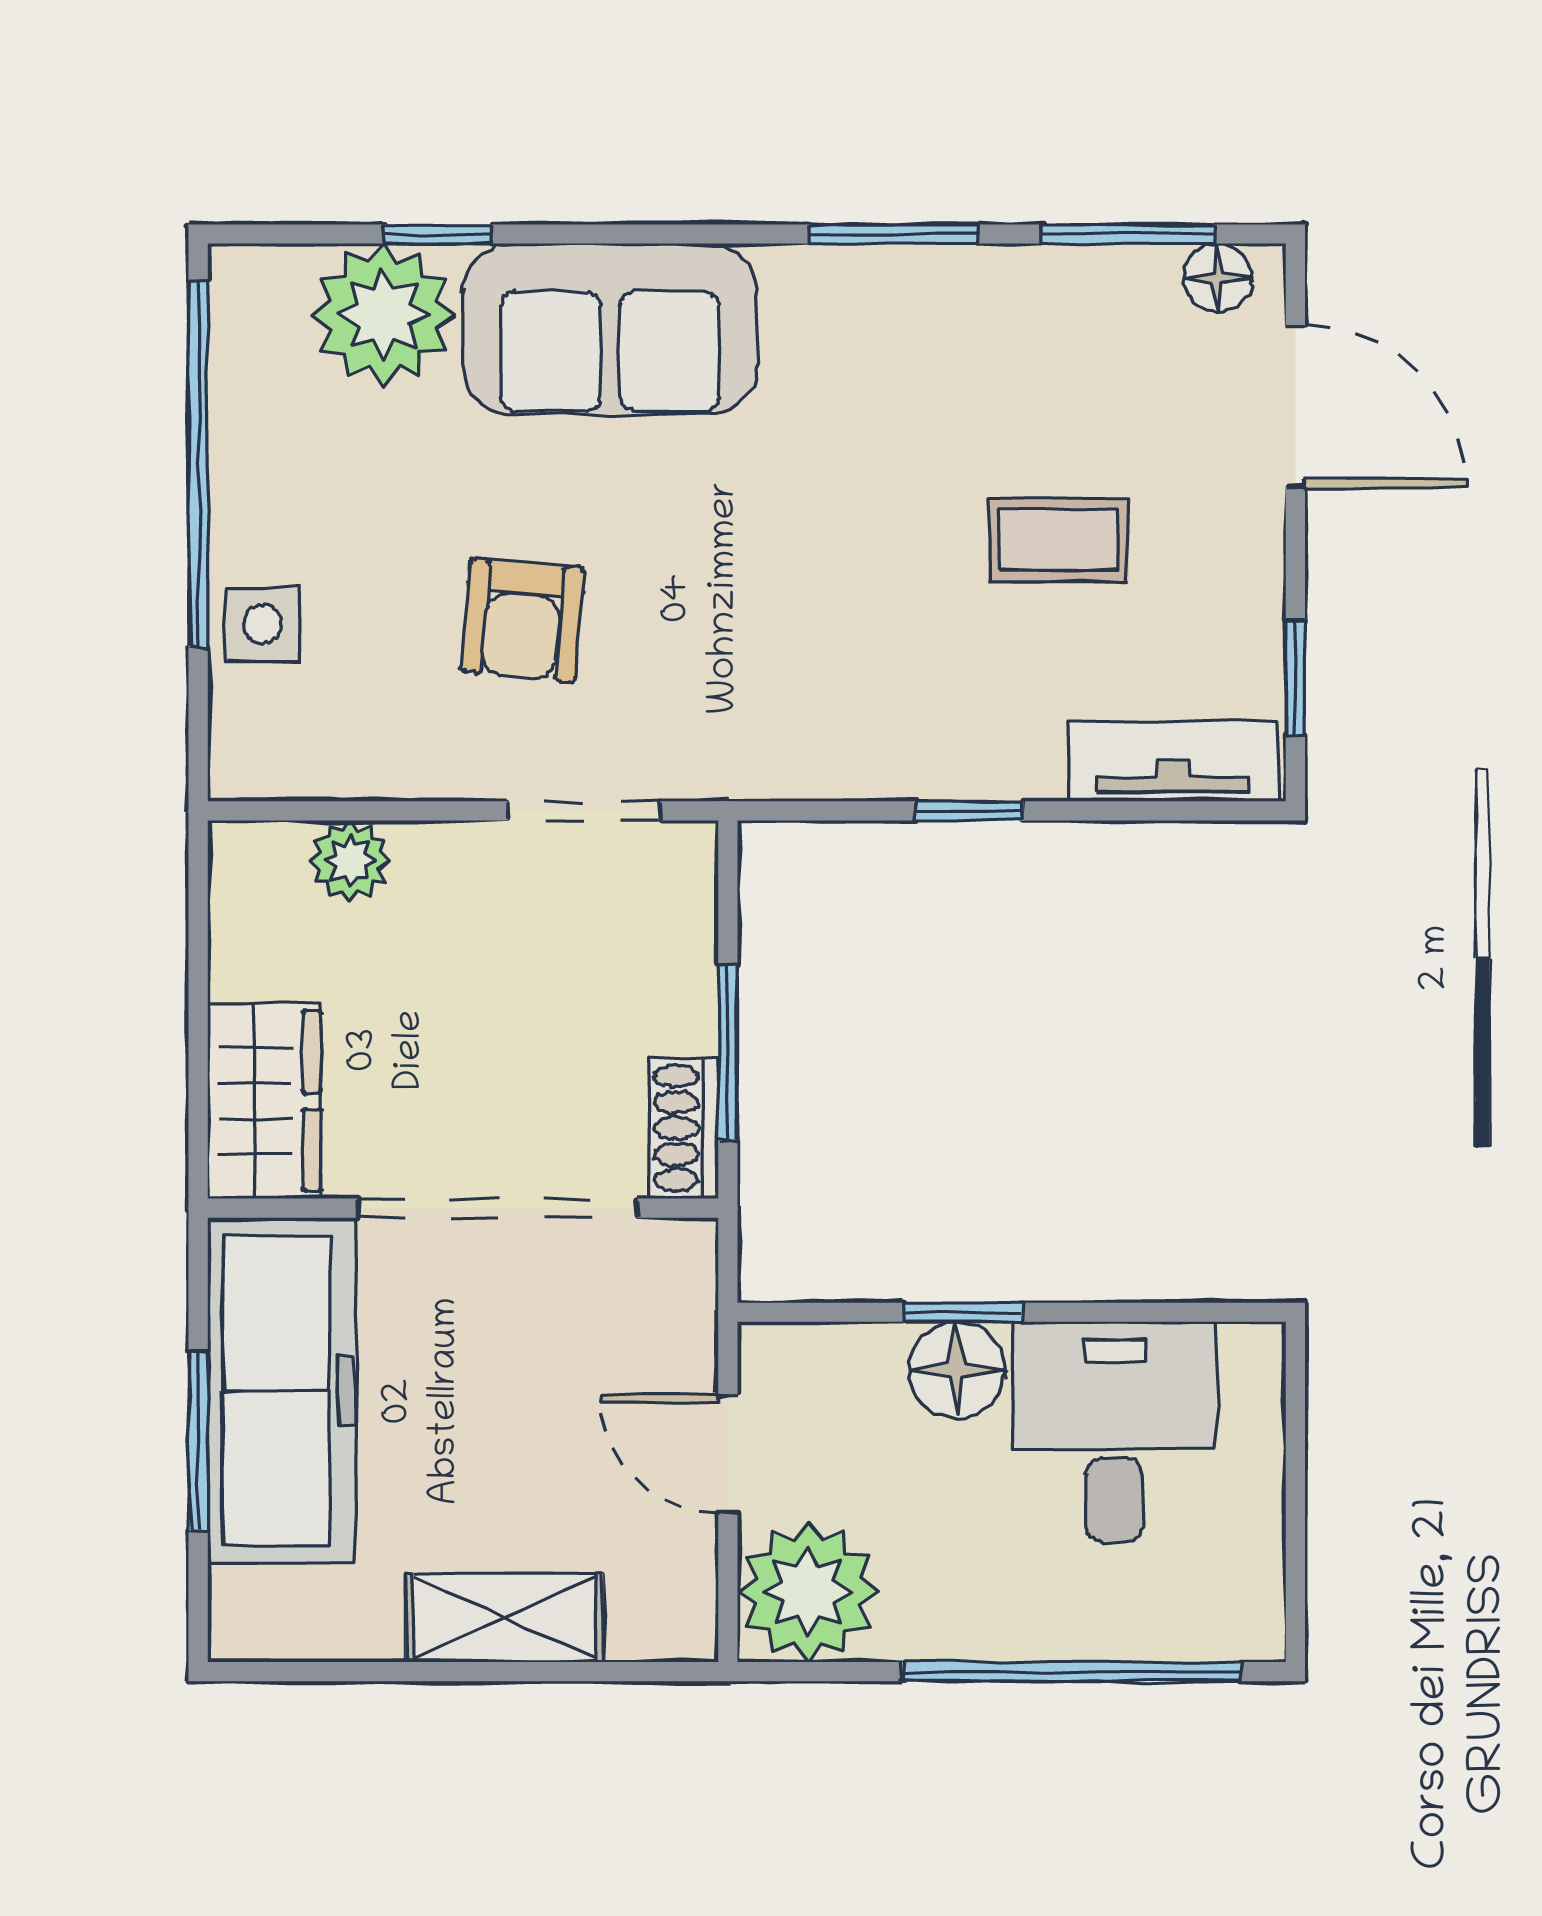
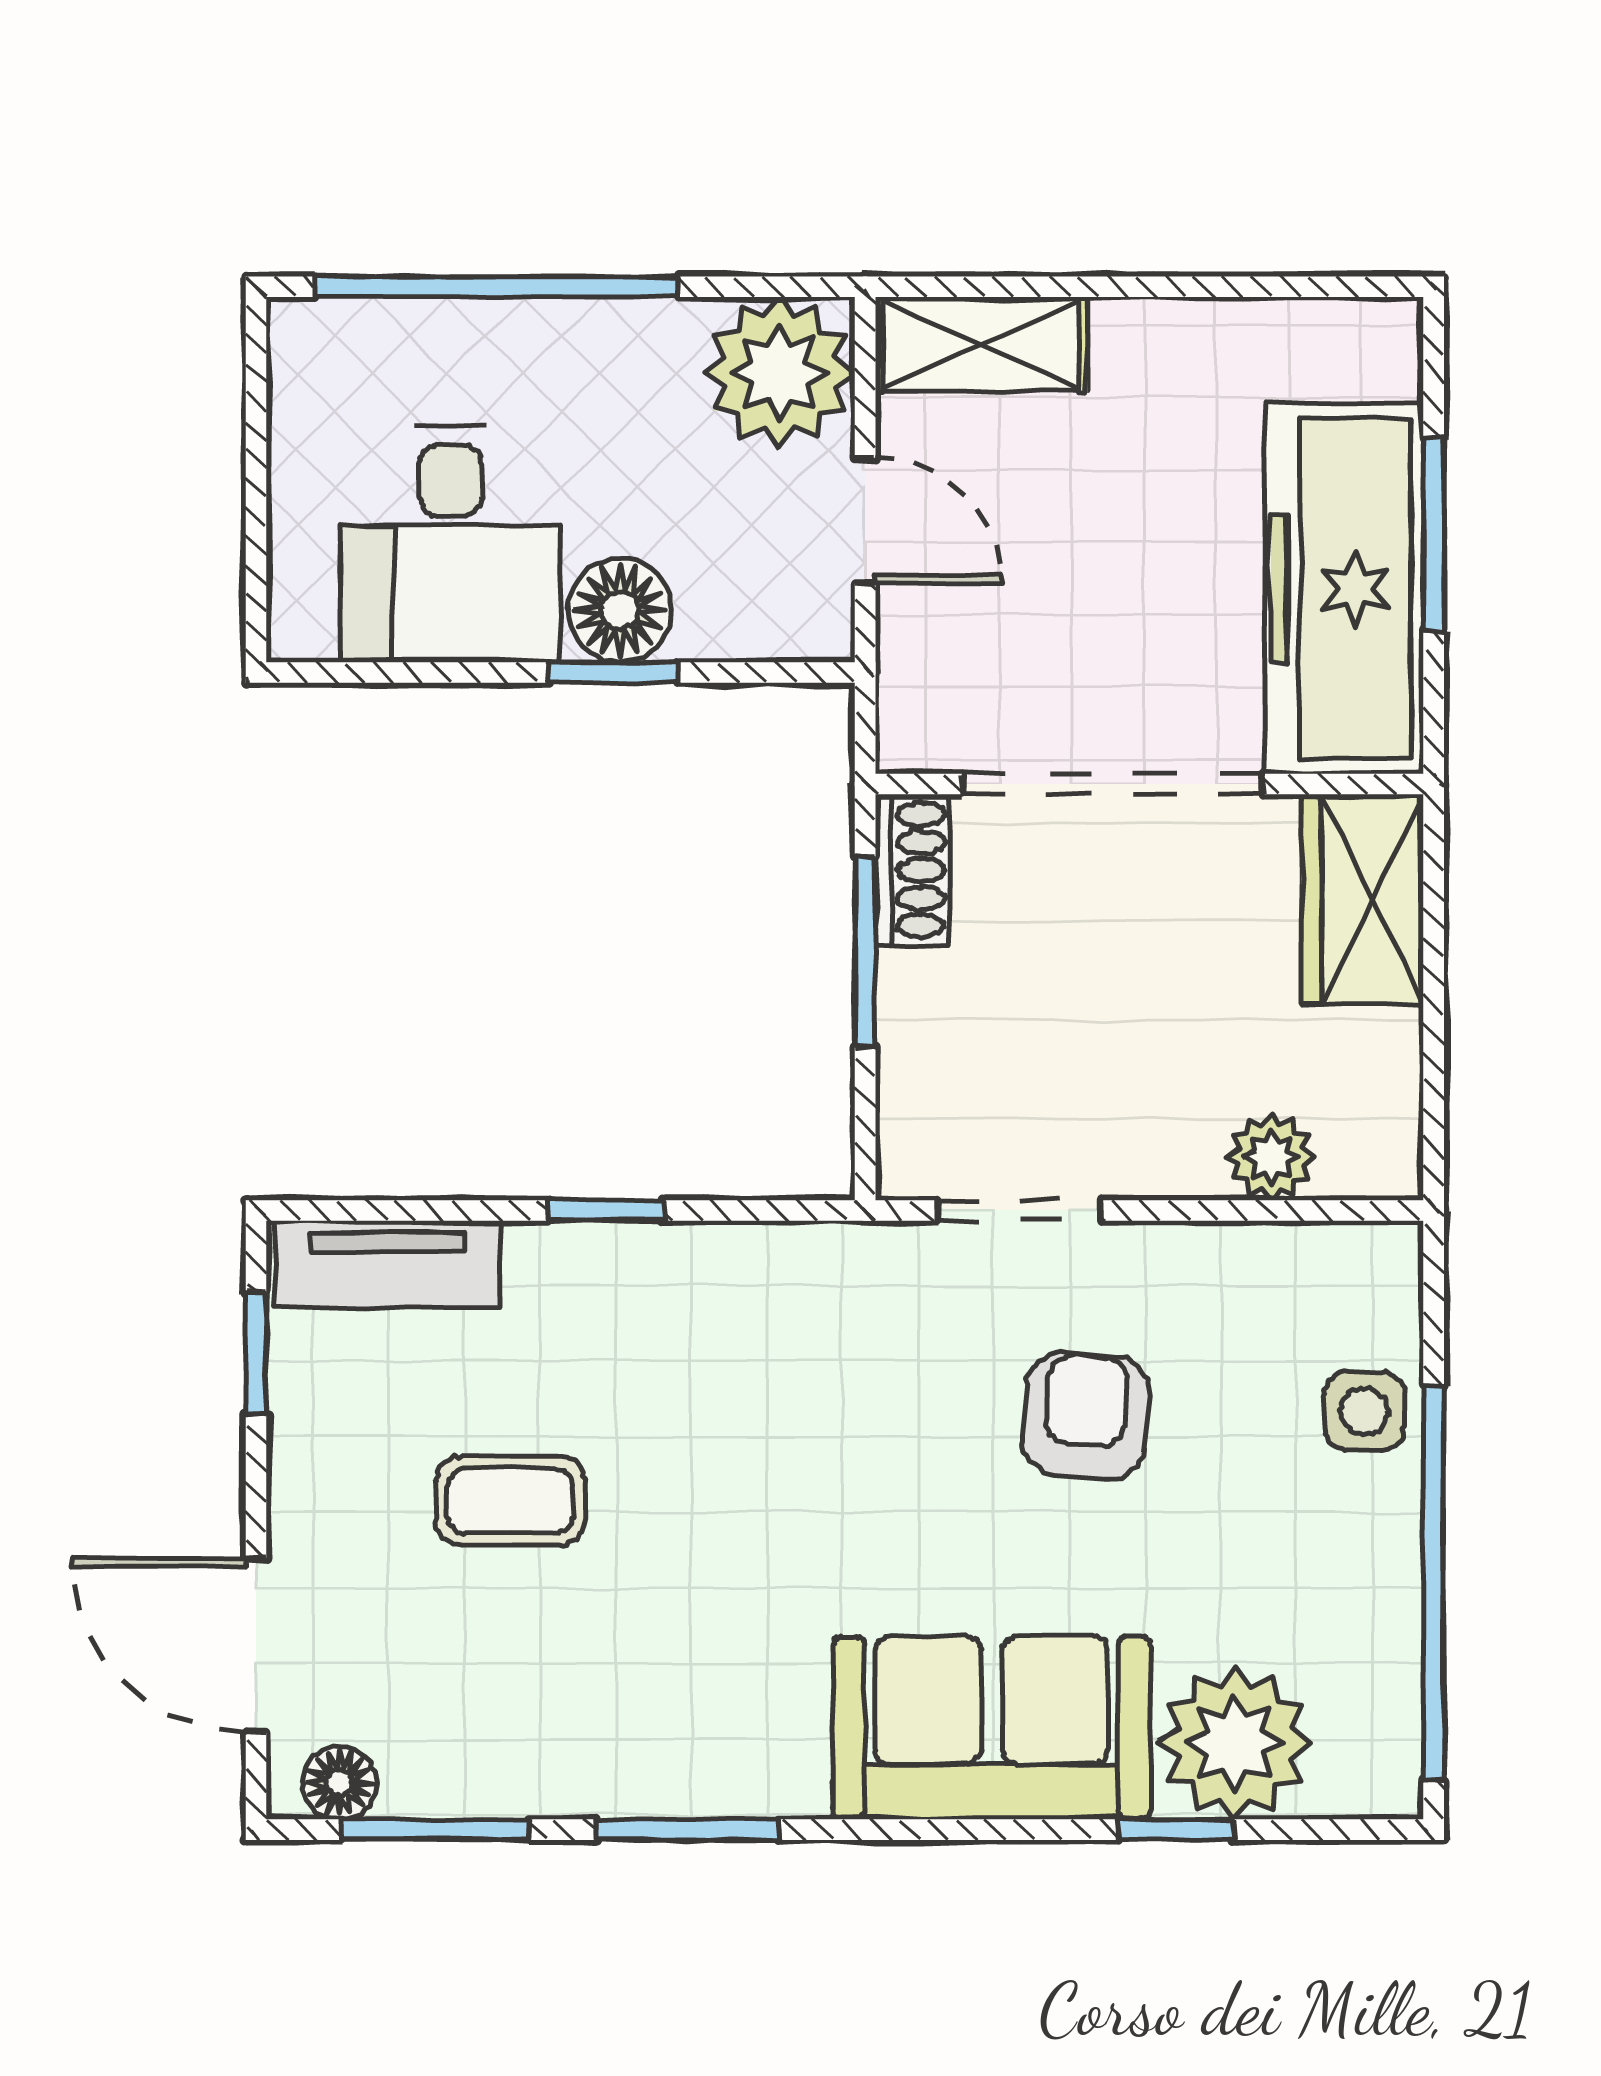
shelving: (504, 1618) -> (981, 344), moved

